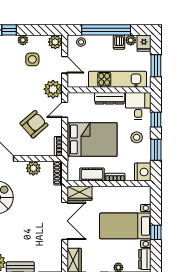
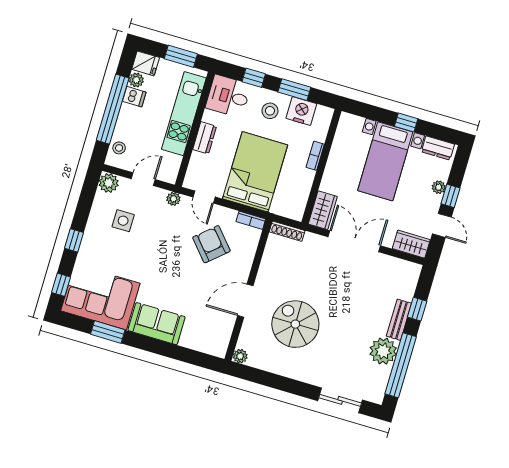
plant: (23, 40) -> (93, 226), removed
plant: (53, 89) -> (173, 199), width x0.53, depth x0.53
dresser: (110, 98) -> (205, 138), width x0.70
plant: (33, 168) -> (271, 263), removed
nightstand: (143, 172) -> (301, 111), moved
cot: (92, 174) -> (302, 186), removed

